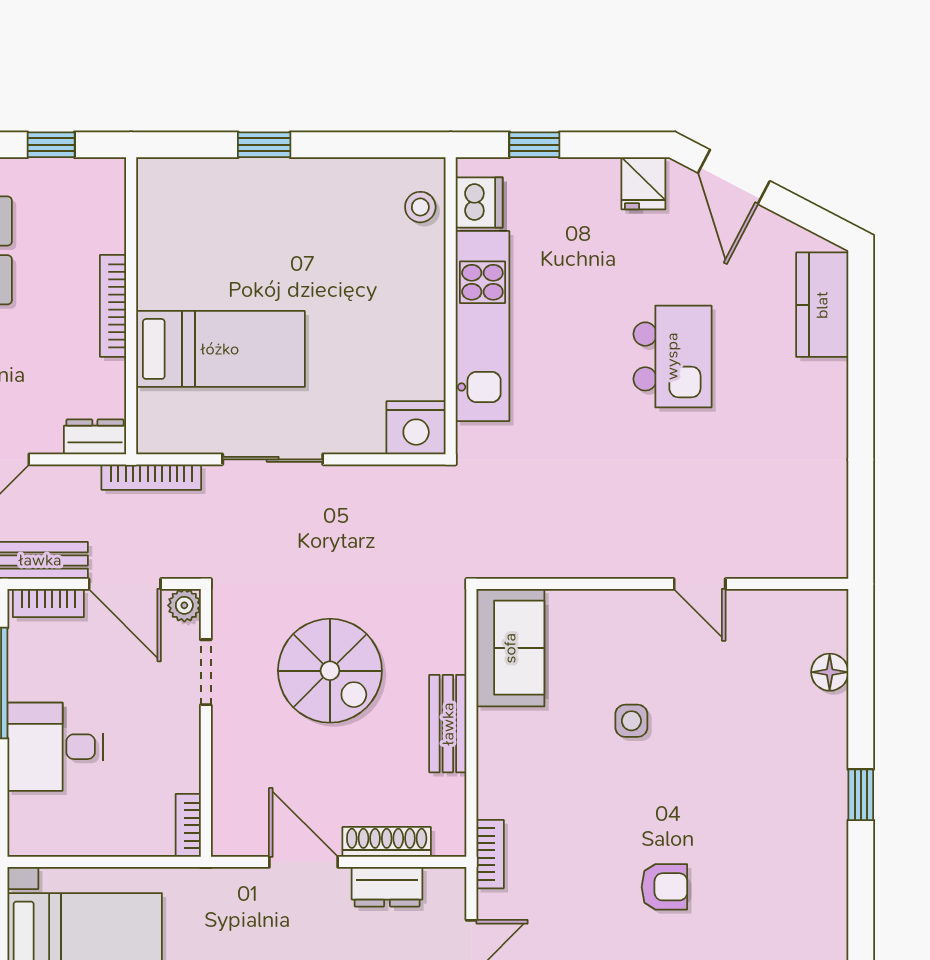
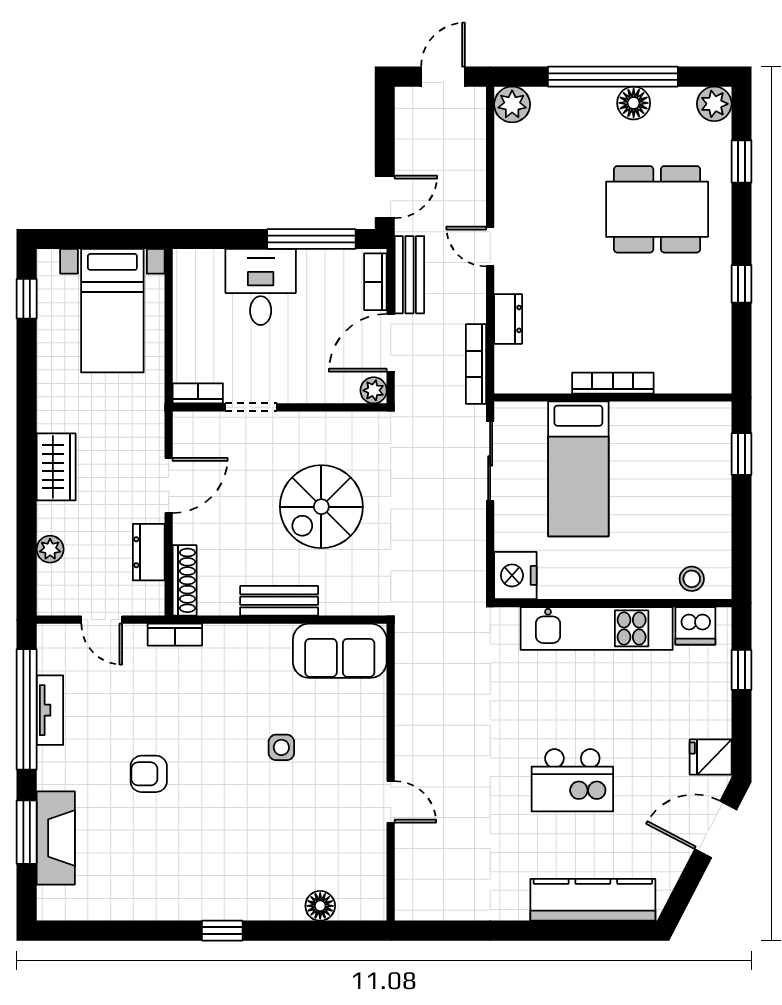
kitchen counter: (822, 305) -> (593, 900), width x1.50
bookcase: (113, 306) -> (613, 383), moved
wall: (131, 306) -> (613, 398), moved
bed: (220, 349) -> (578, 469), moved
door: (700, 584) -> (391, 802), swing flipped
doorway: (206, 672) -> (251, 407), moved
shoe rack: (387, 842) -> (185, 580), moved
armchair: (664, 887) -> (149, 774), turned 90

